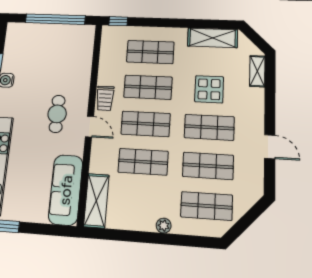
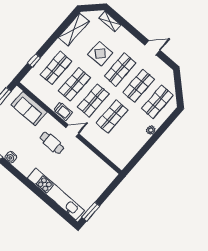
window: (118, 21) -> (34, 60), moved
sofa: (66, 190) -> (29, 109), moved, width x0.73
shelving: (96, 201) -> (114, 155), removed

